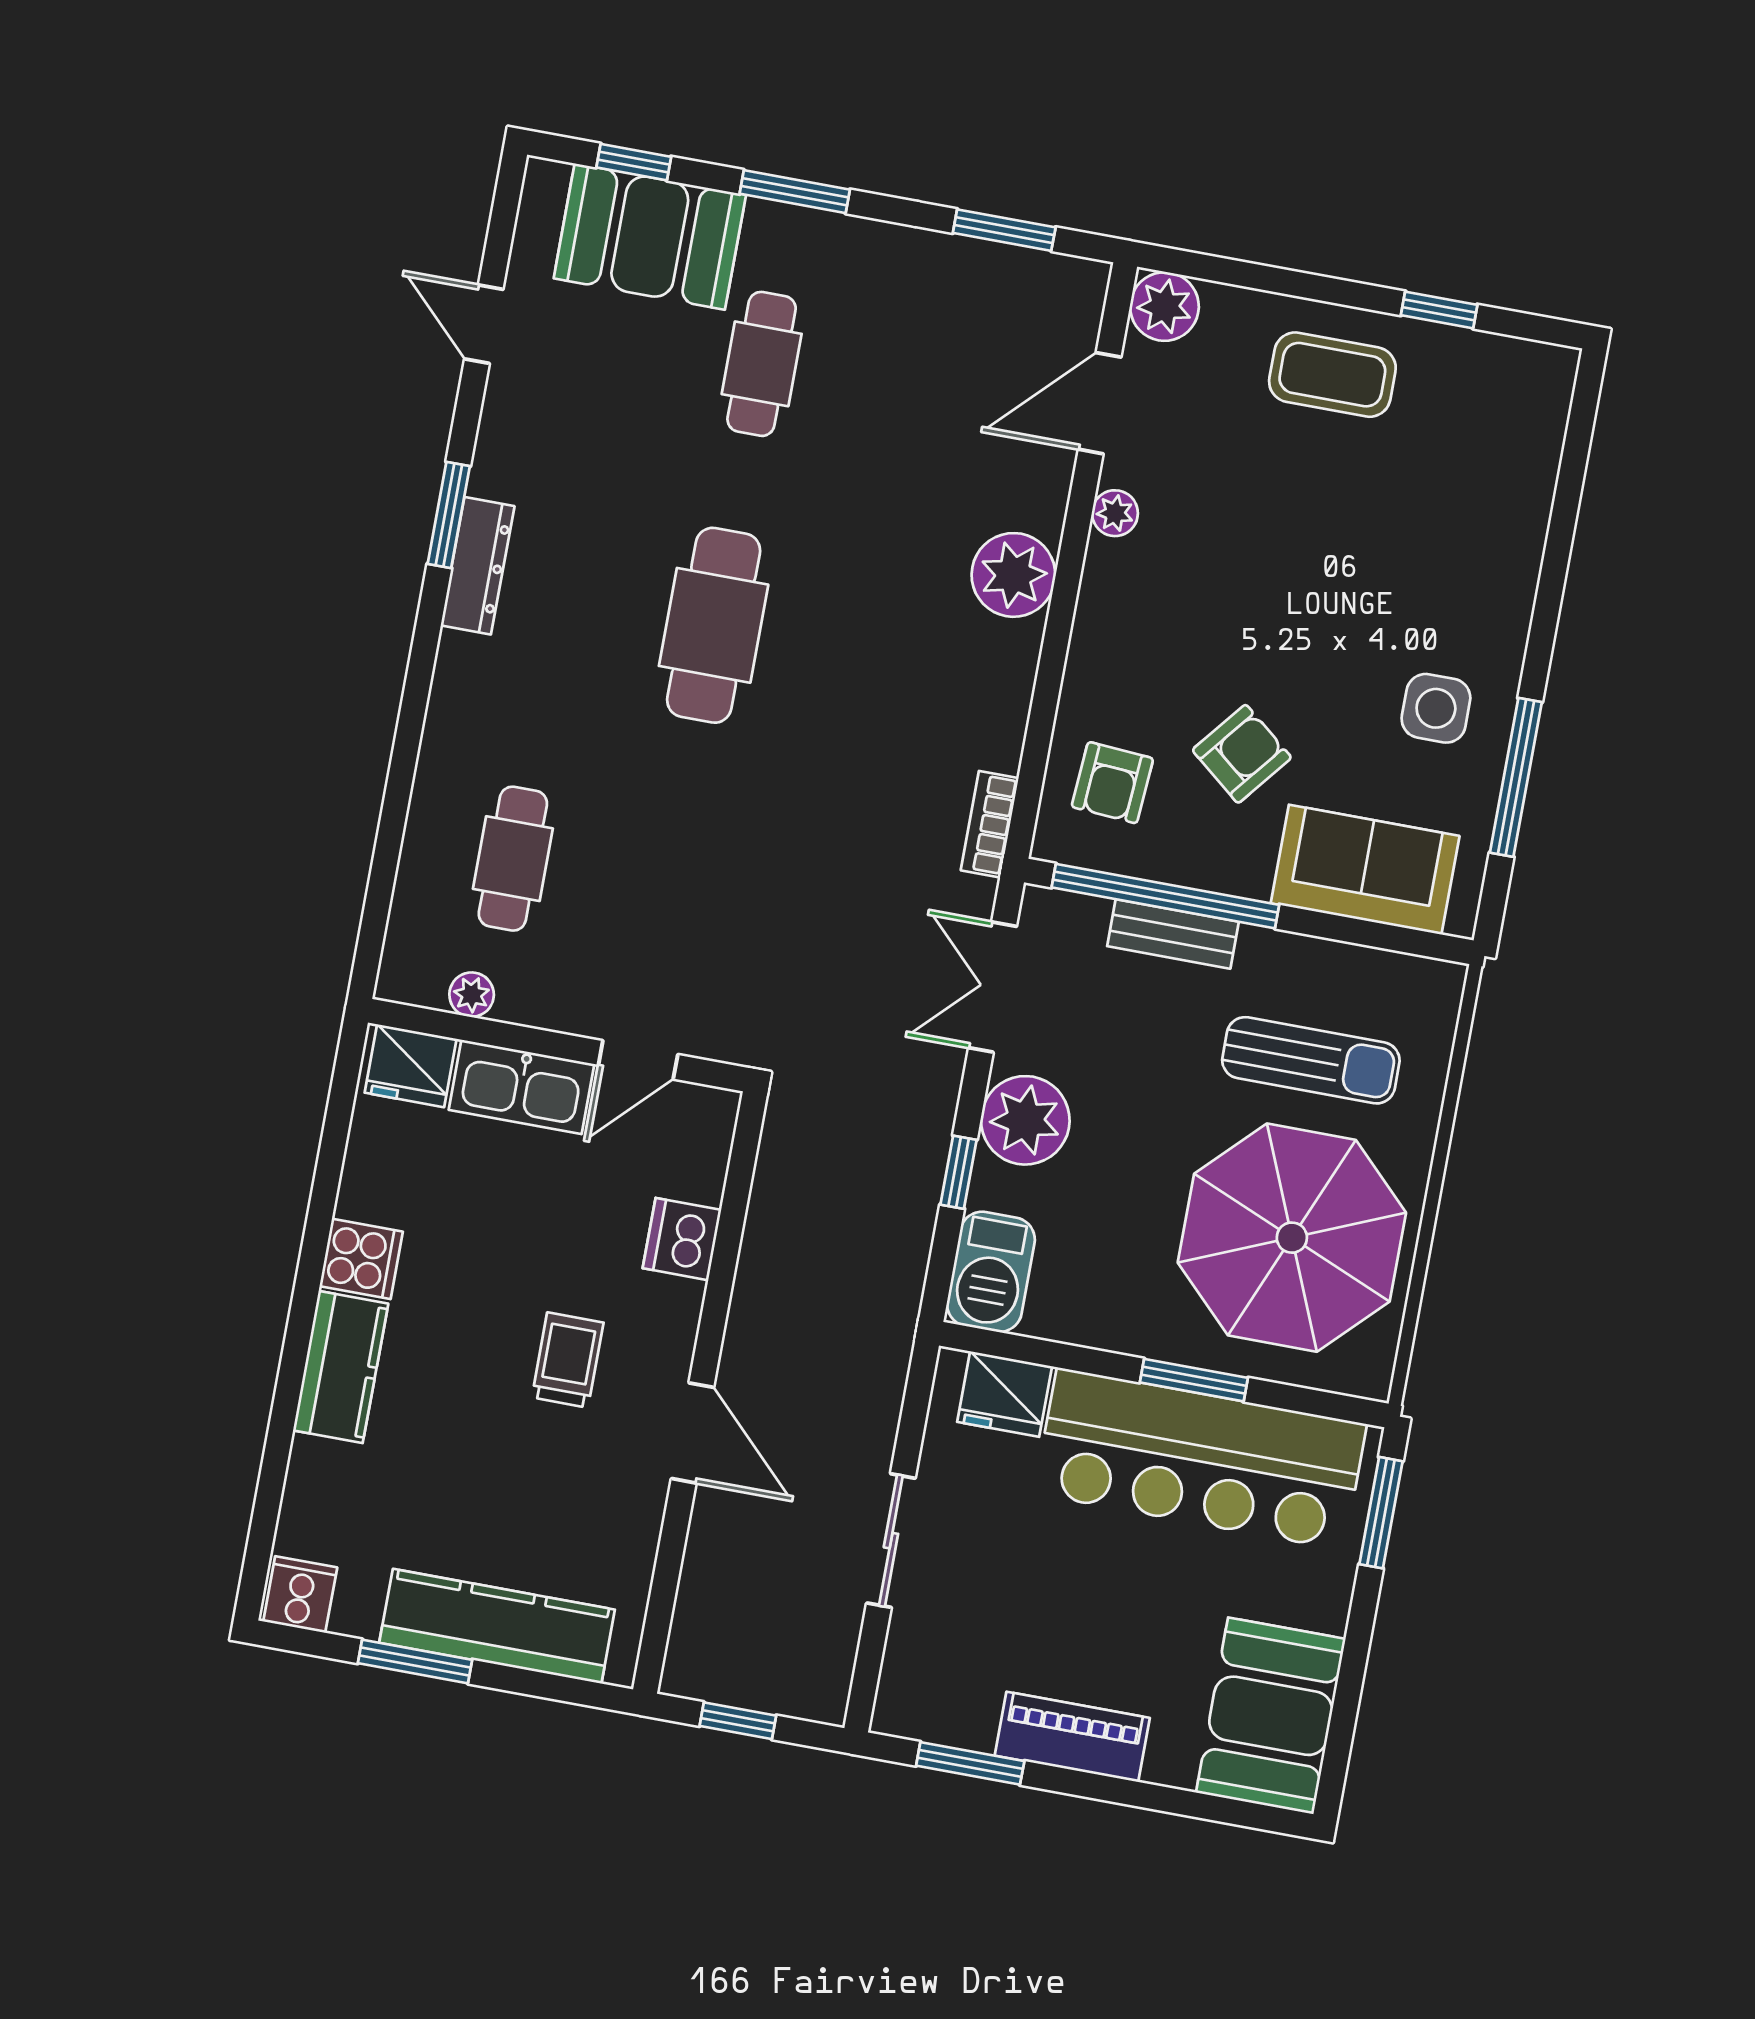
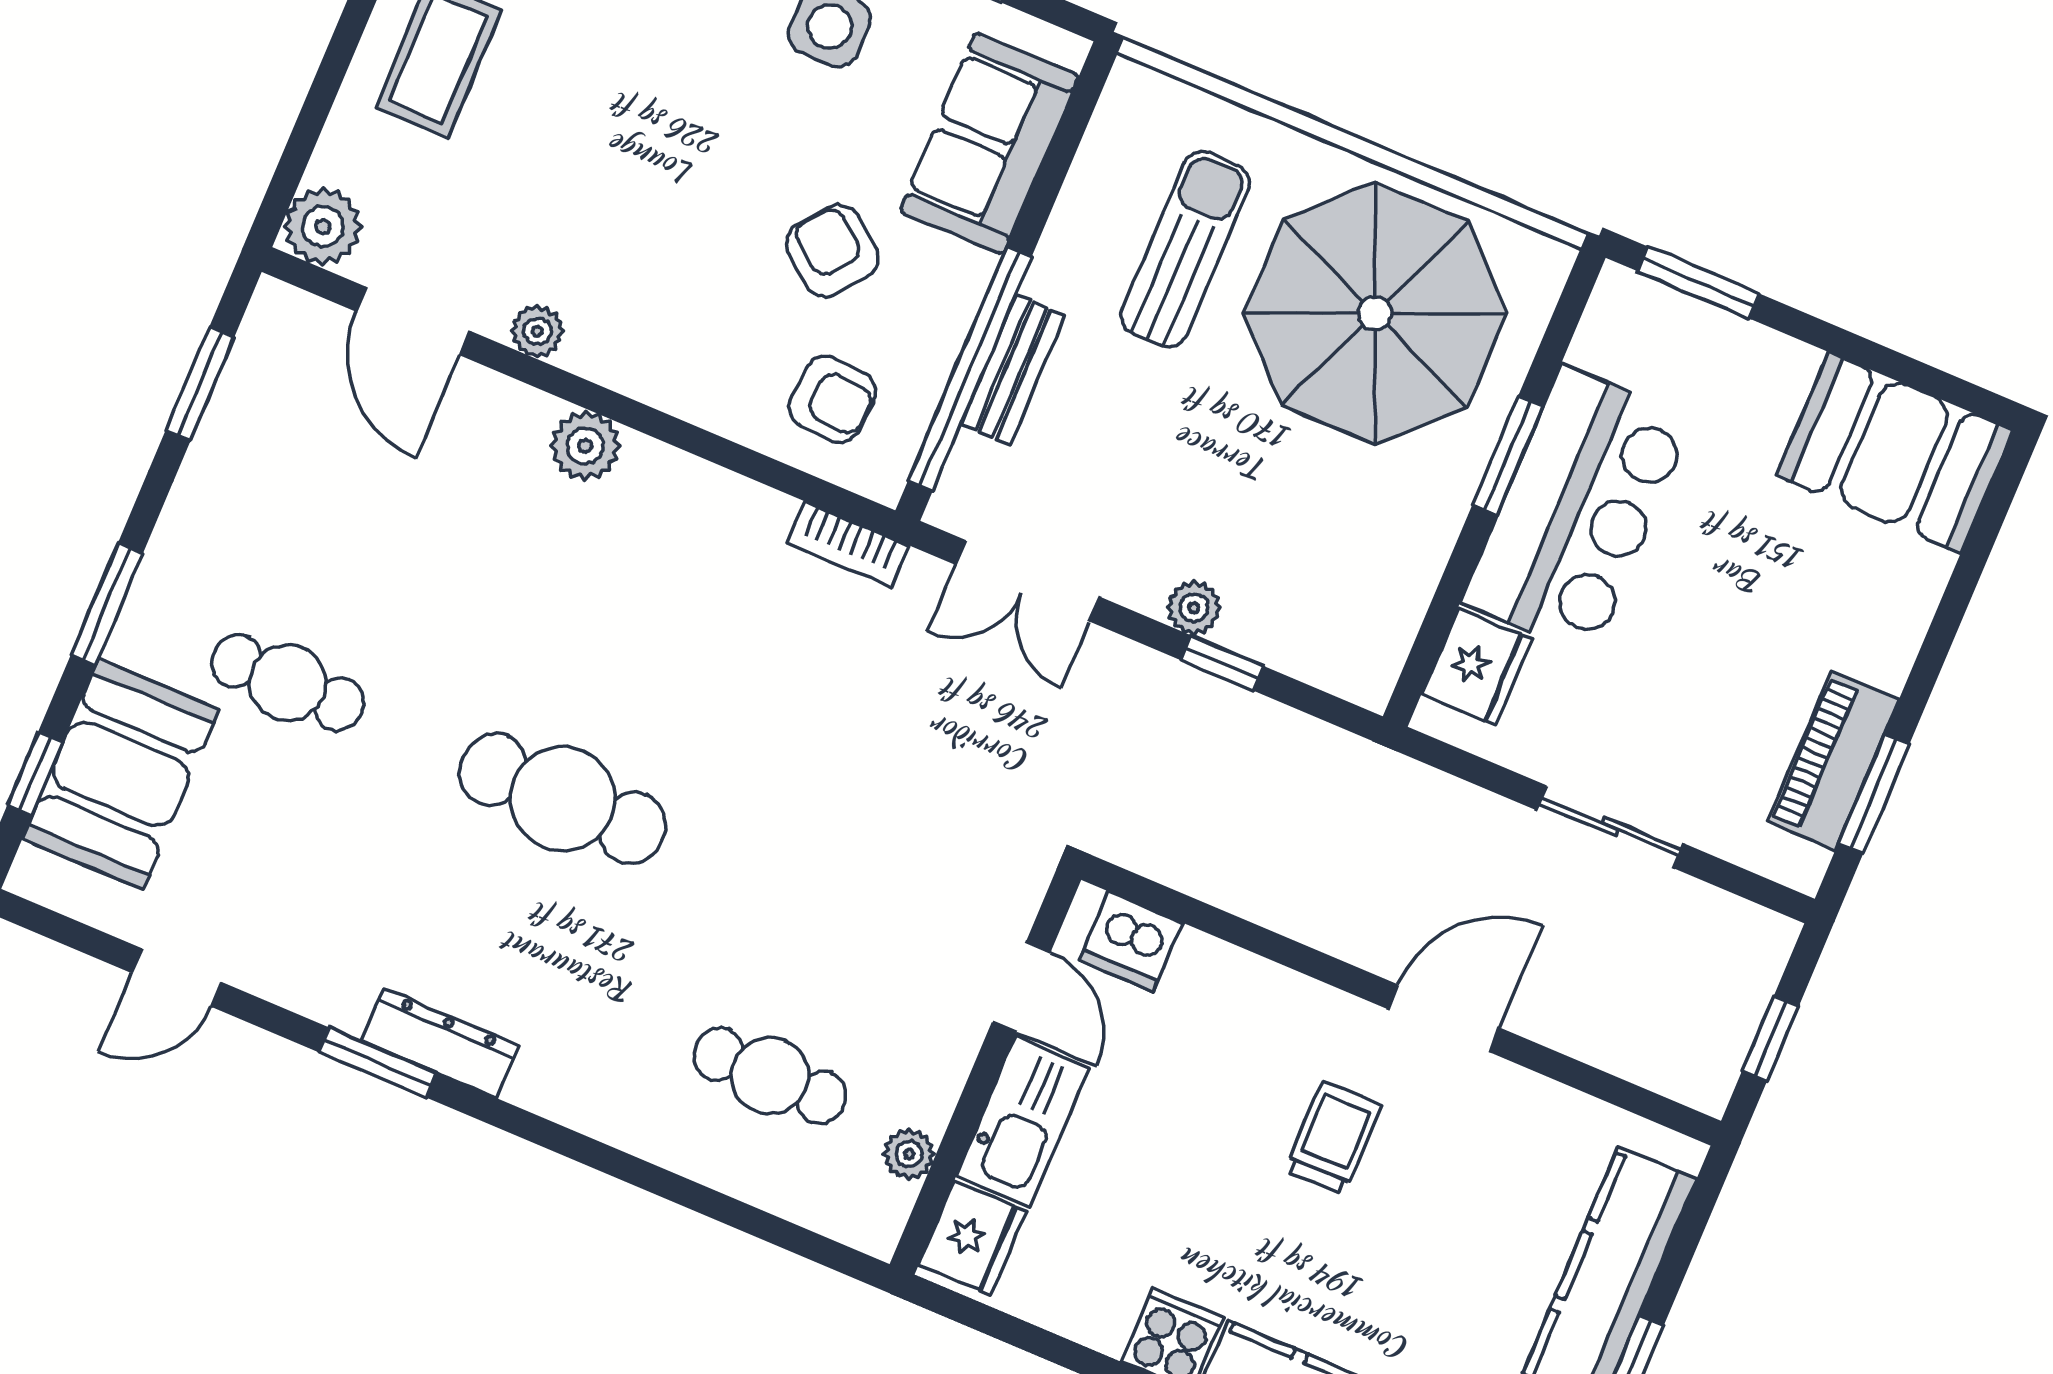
plant: (1013, 575) -> (585, 446), width x0.73, depth x0.73
plant: (1025, 1120) -> (1194, 608), width x0.53, depth x0.53
dishwasher: (682, 1239) -> (1131, 941), moved
barbecue: (991, 1272) -> (1339, 652), removed
trolley: (568, 1360) -> (1333, 1138), turned 90
bar counter: (1200, 1459) -> (1577, 511), width x0.73
piano: (1072, 1737) -> (1833, 761), moved

